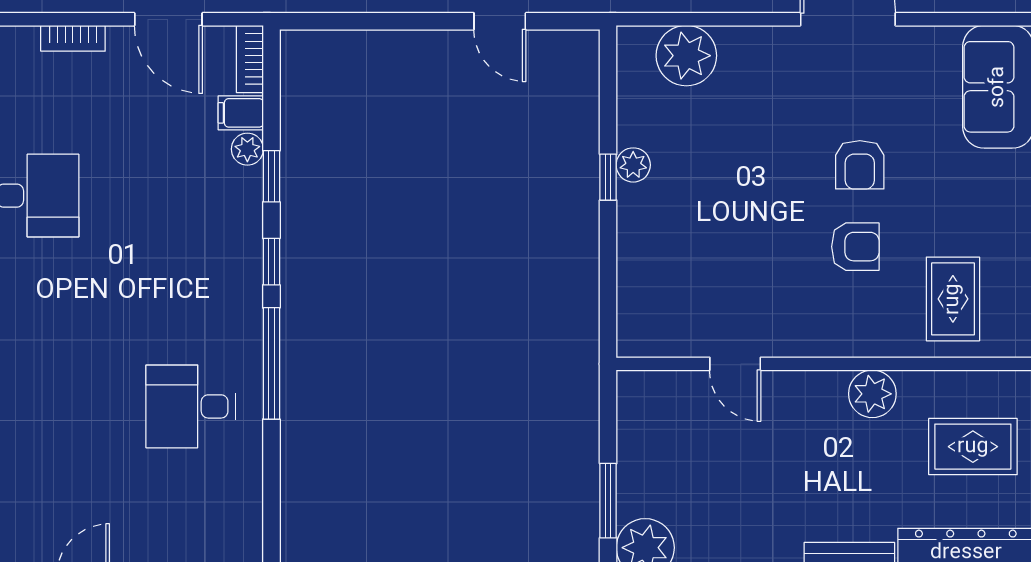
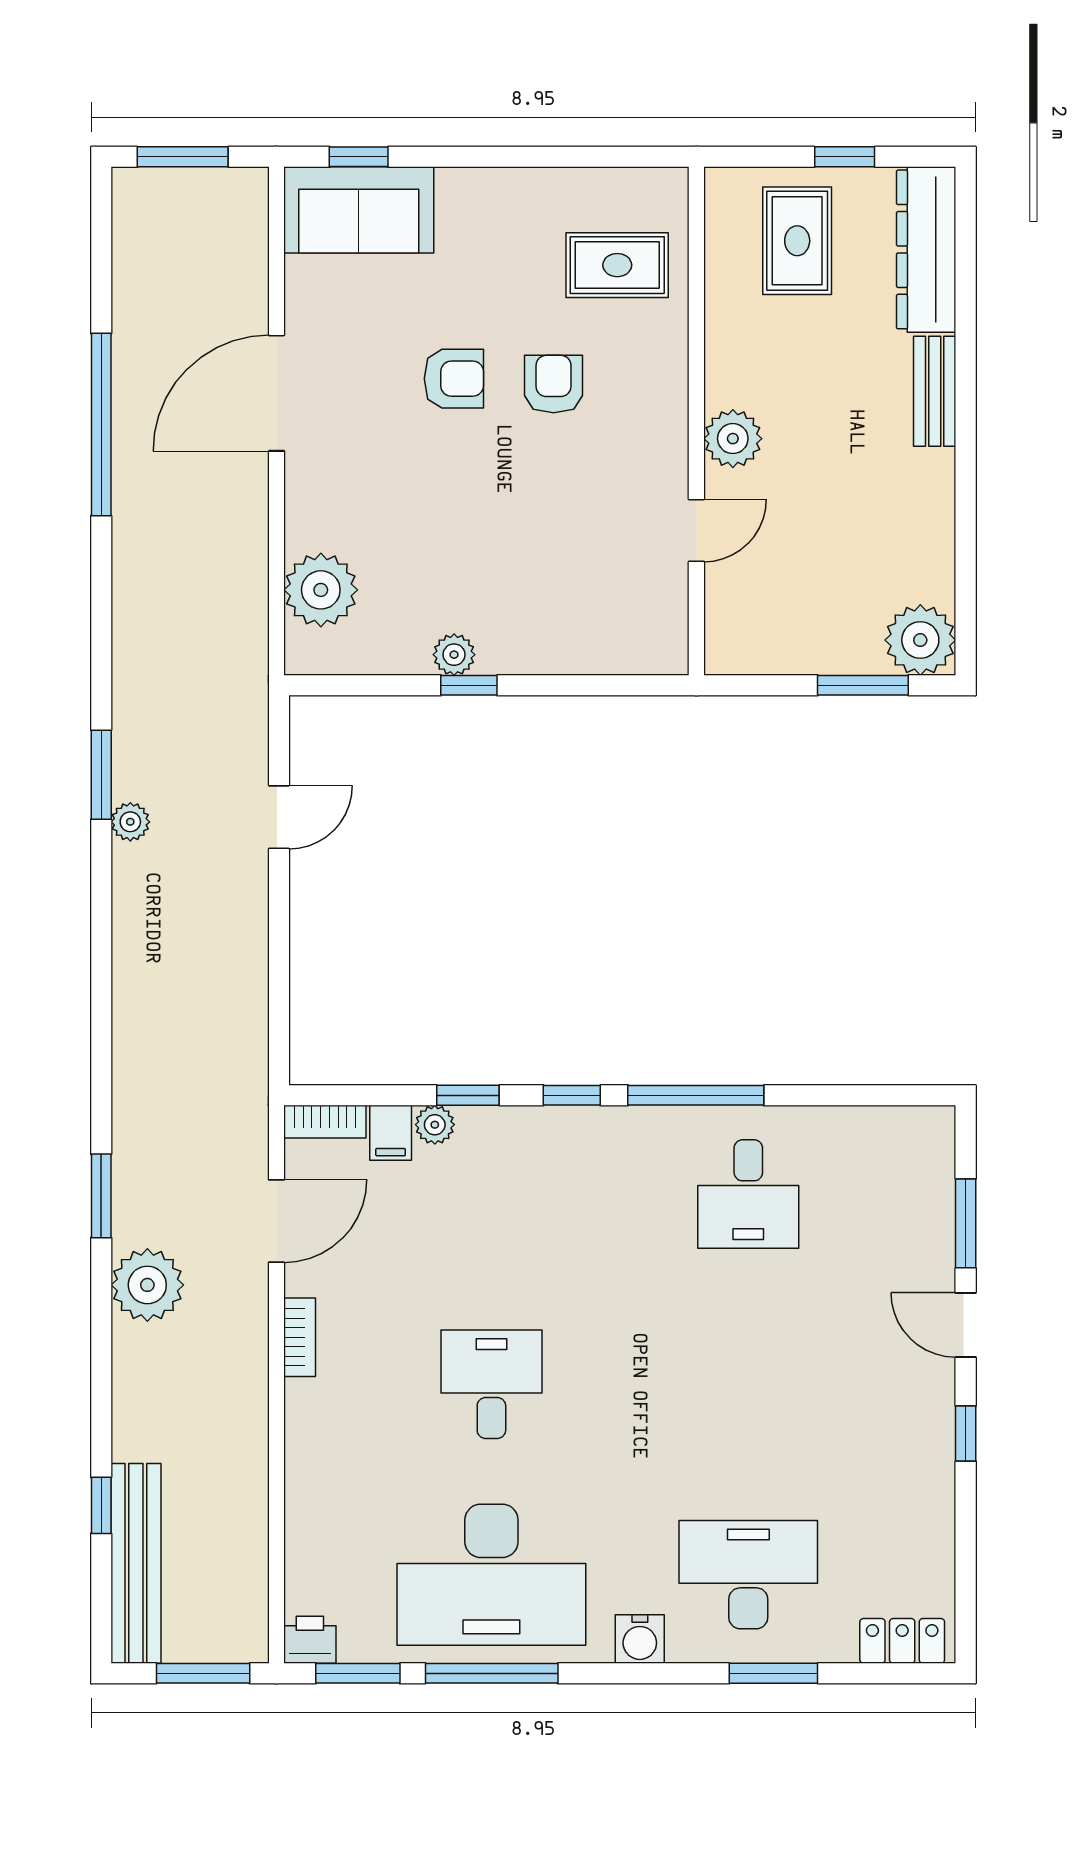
plant: (872, 394) -> (733, 439), moved

